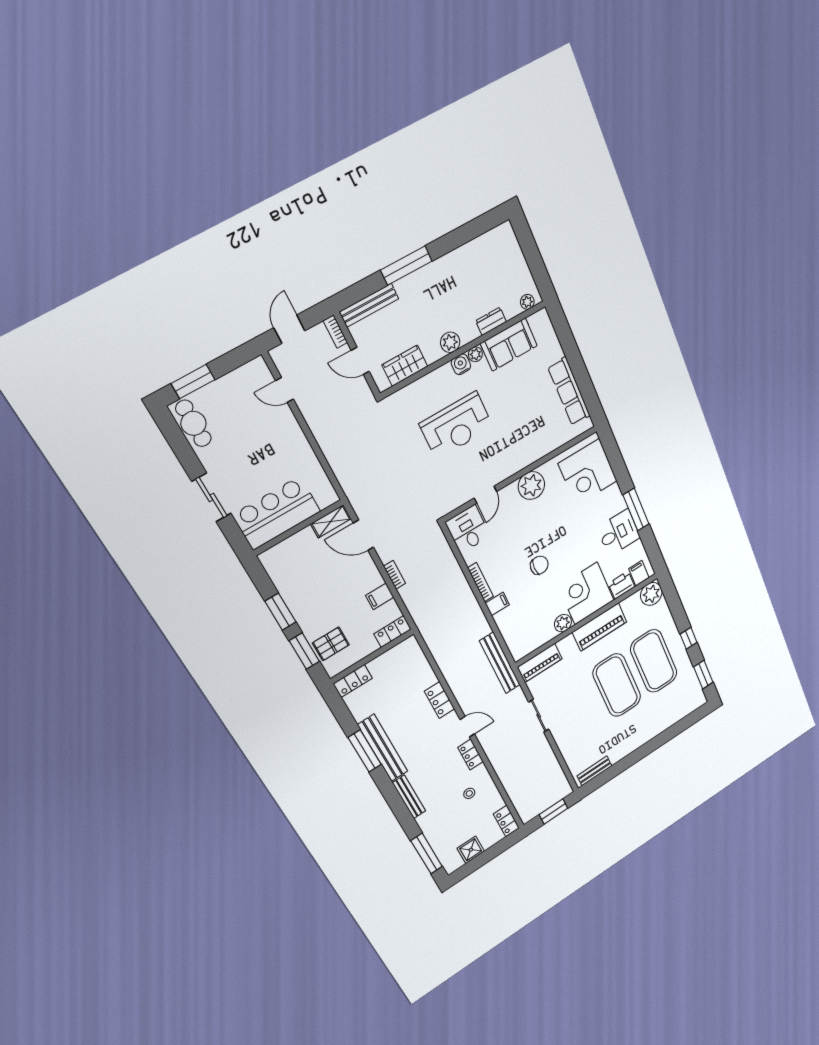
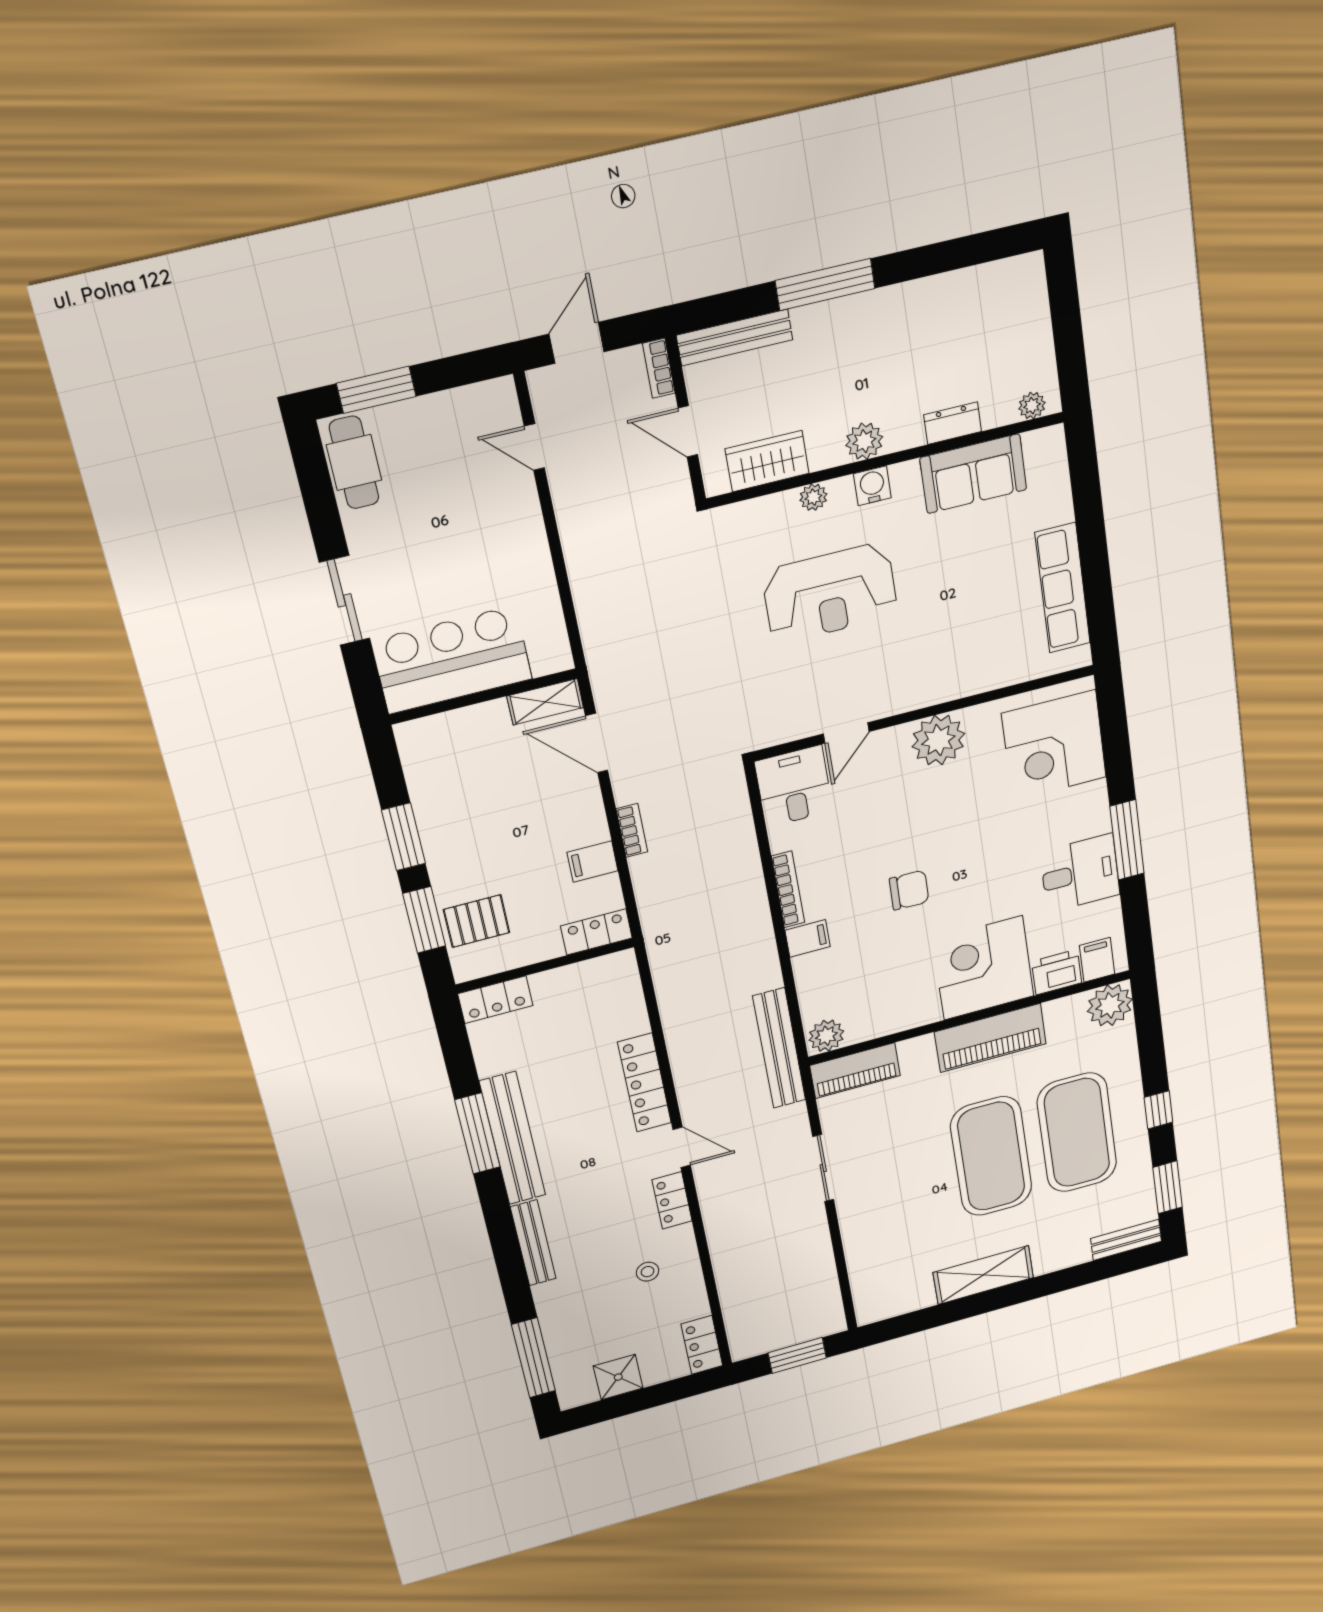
plant: (475, 354) -> (813, 497), moved
plant: (563, 623) -> (826, 1036), moved
locker: (439, 700) -> (645, 1083), width x1.53
shelving: (630, 744) -> (983, 1275), added
bench: (594, 771) -> (1126, 1240), moved

